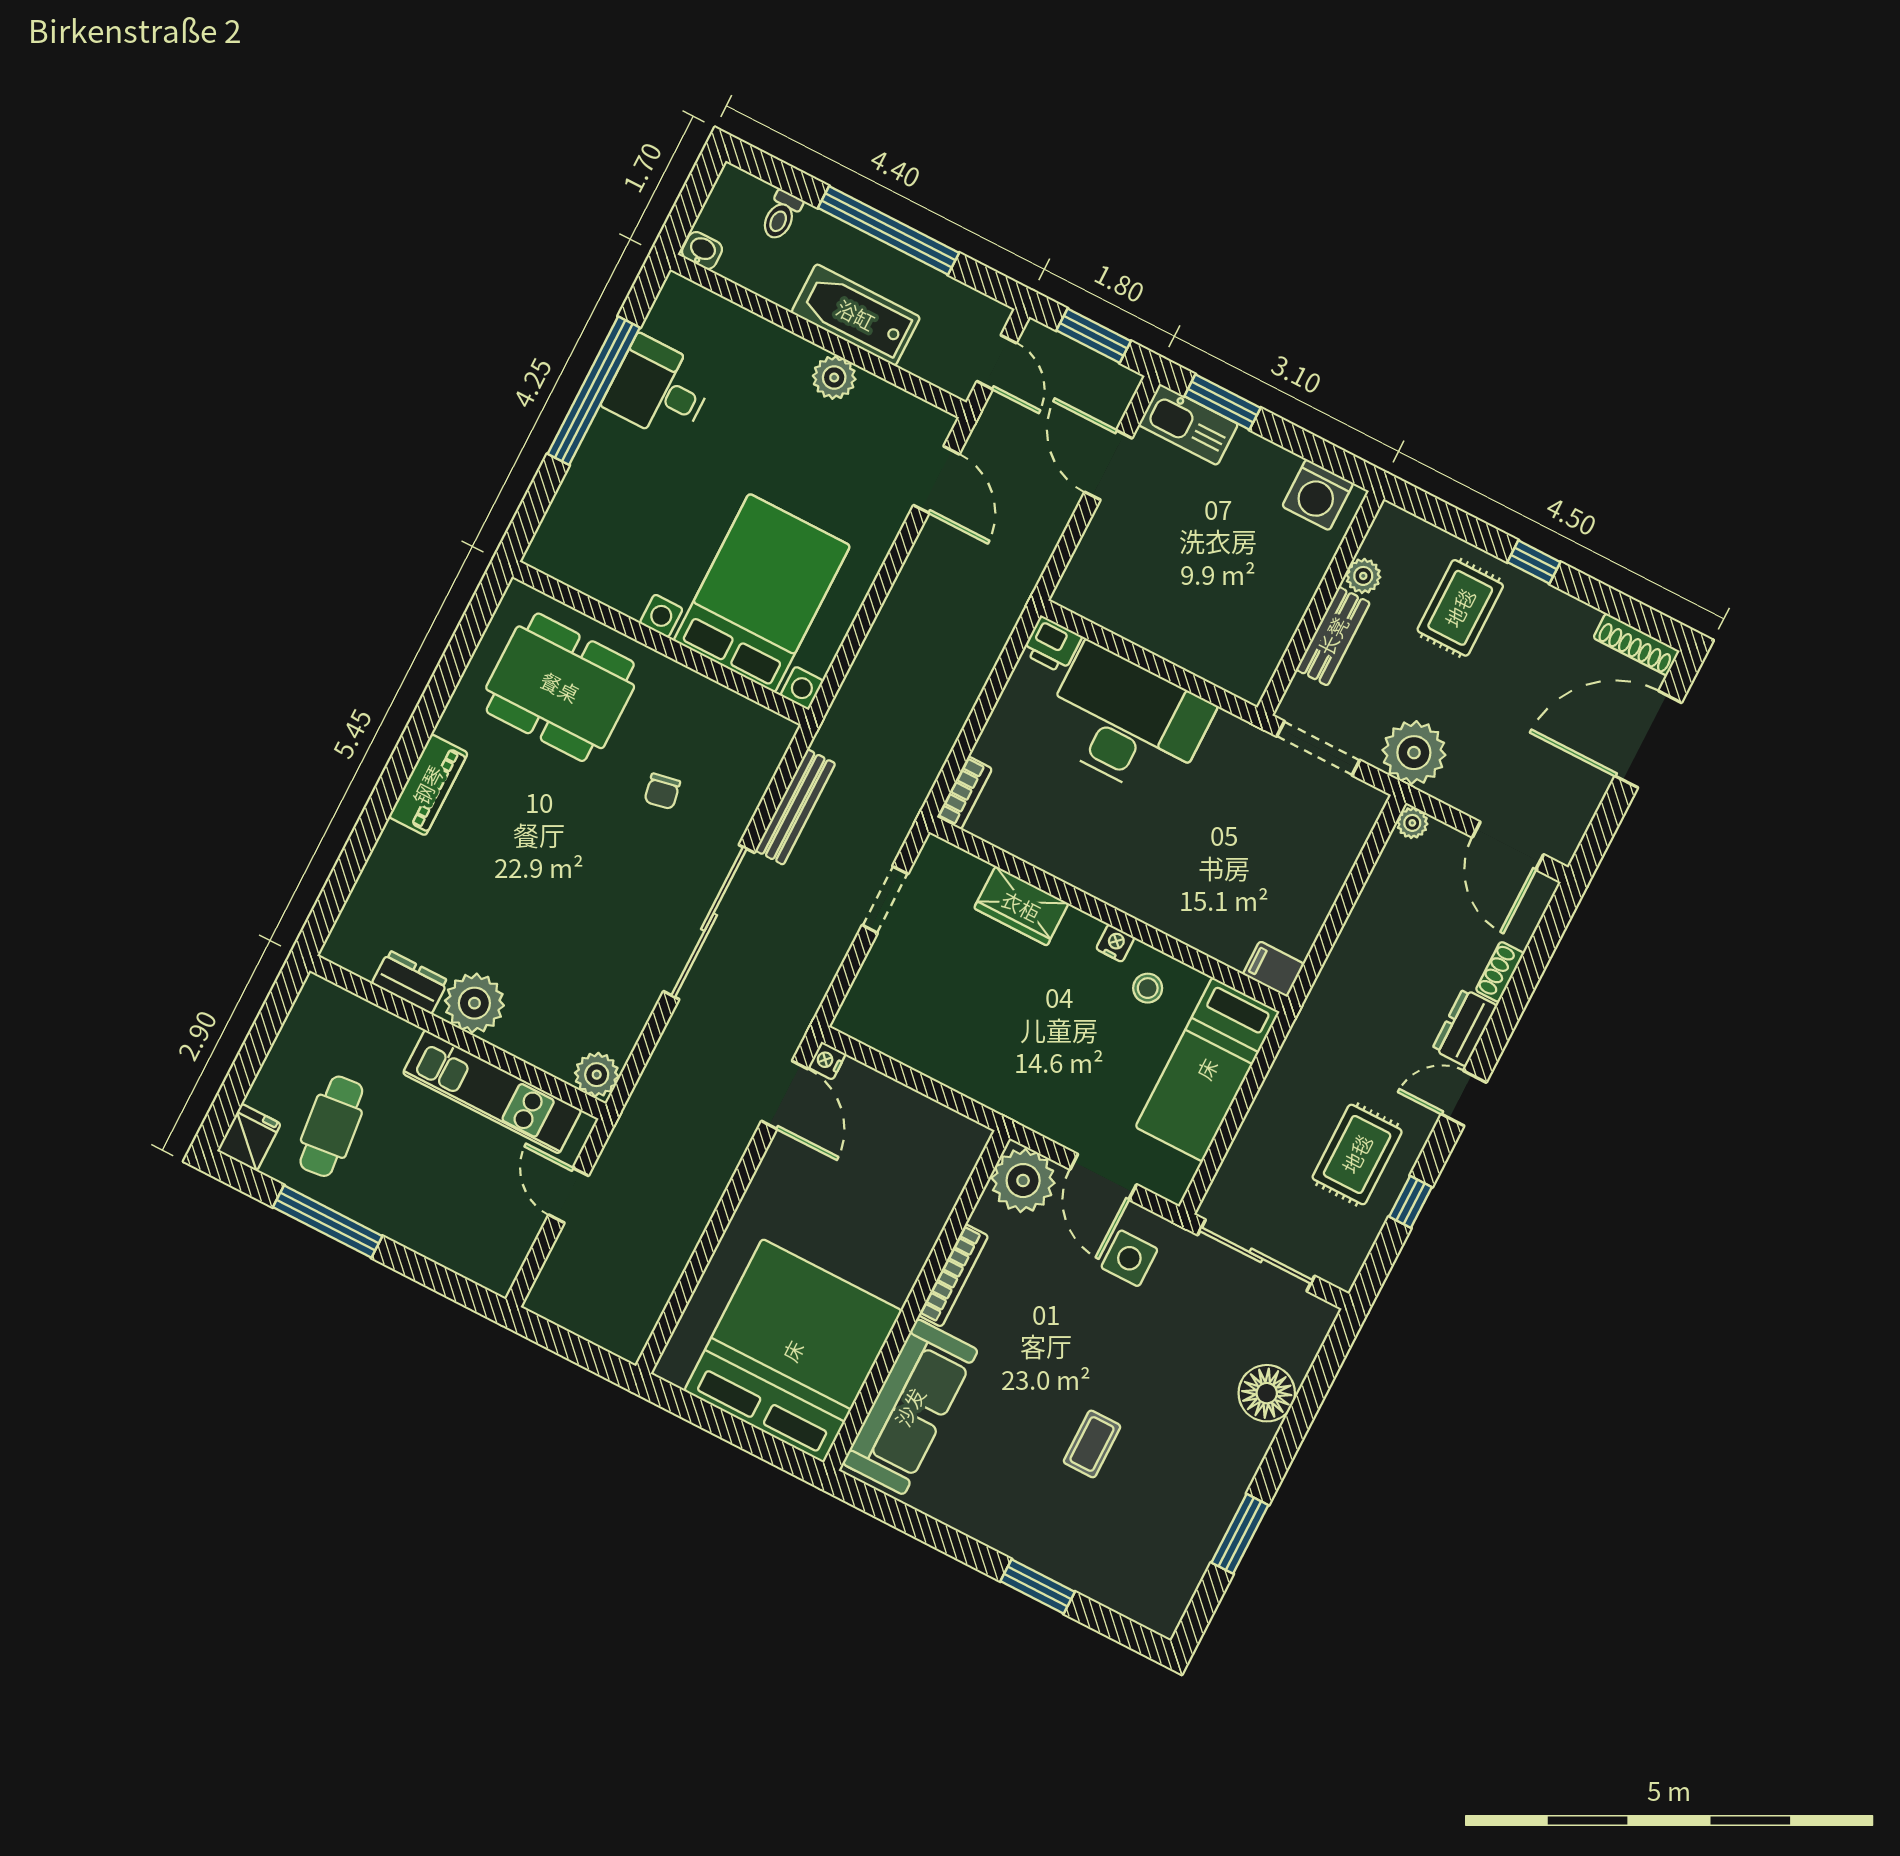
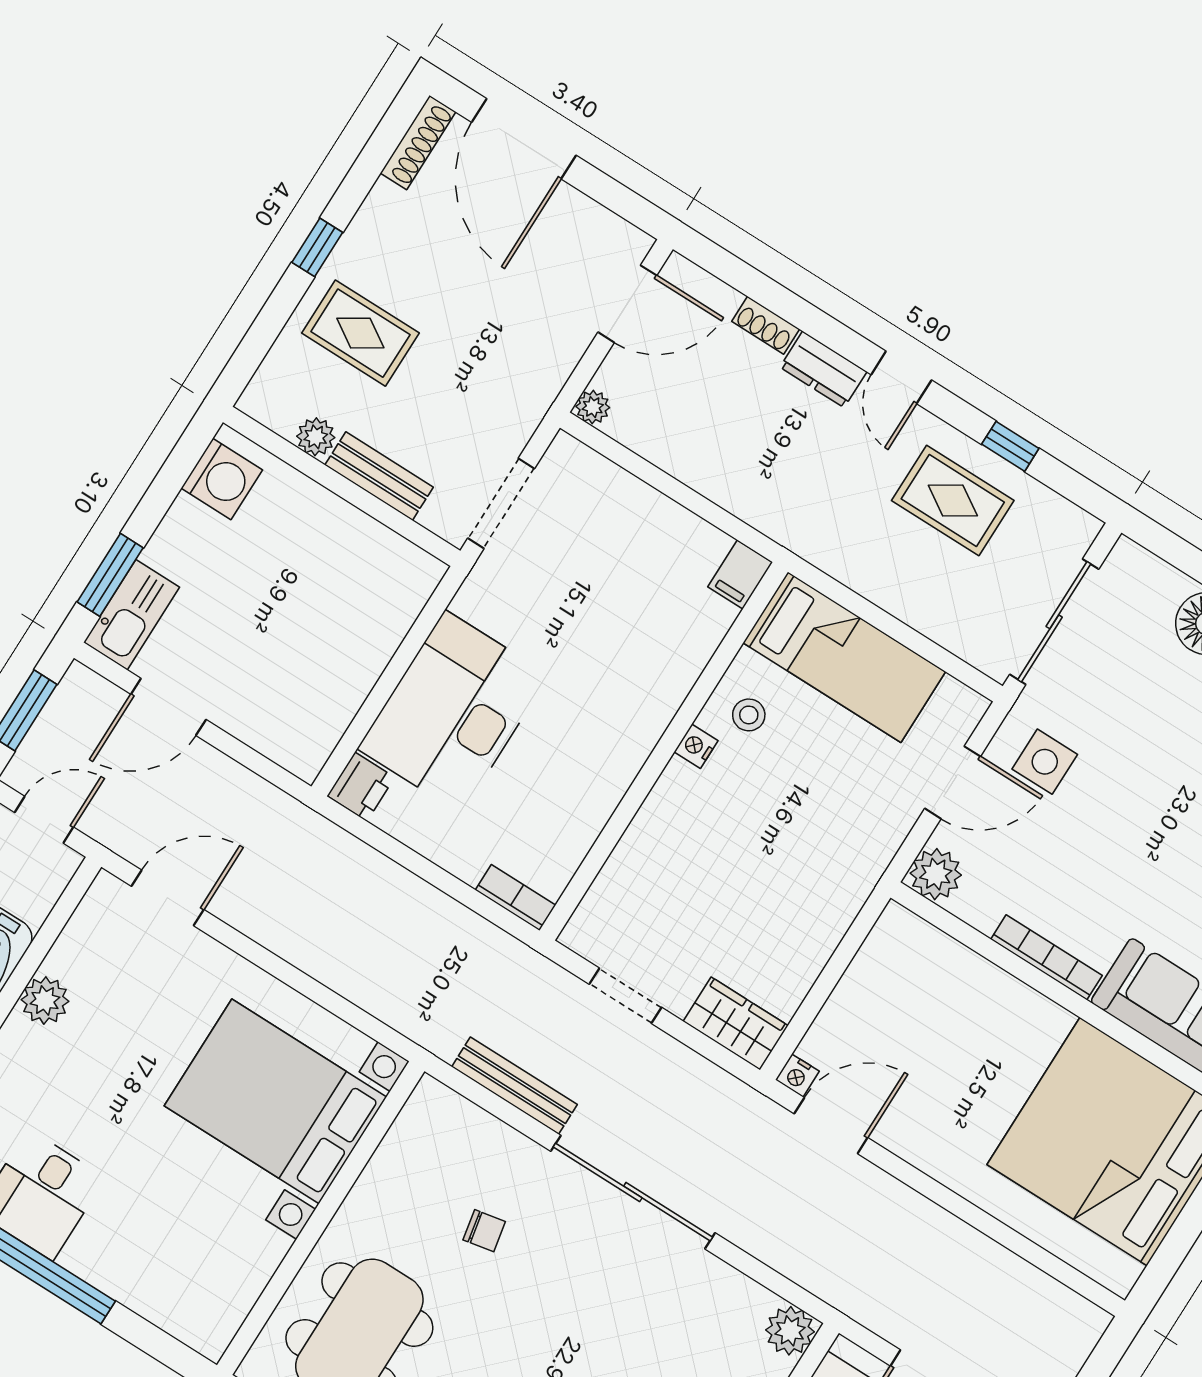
plant: (1414, 753) -> (515, 398), removed
wardrobe: (1021, 906) -> (736, 1024), moved, turned -90
plant: (1023, 1181) -> (936, 874), width x0.73, depth x0.73

